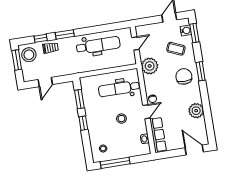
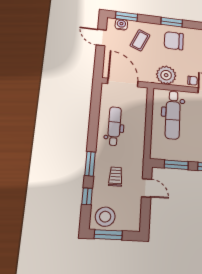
door: (135, 43) -> (123, 83), width x1.88
dental chair: (98, 45) -> (114, 126), width x0.73, depth x0.72
trolley: (50, 48) -> (116, 177), moved
plant: (150, 66) -> (166, 75), moved
door: (45, 82) -> (147, 188), moved

